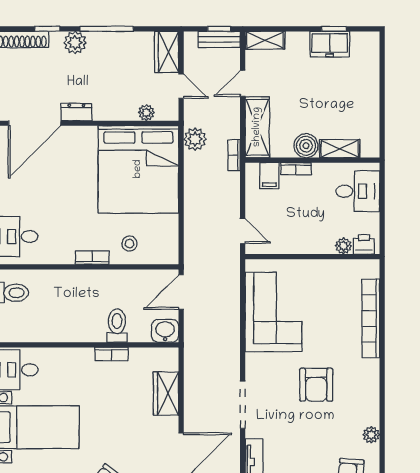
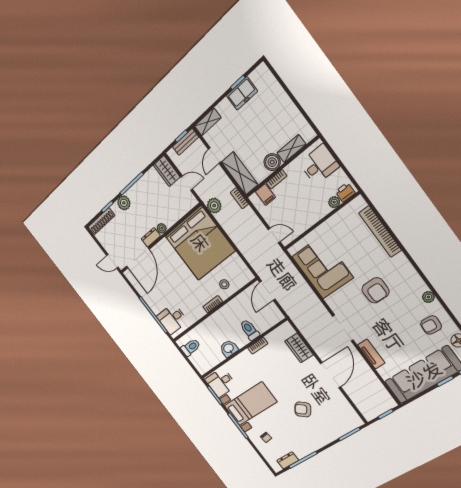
plant: (146, 113) -> (162, 228), moved
washbasin: (165, 331) -> (229, 349), moved

